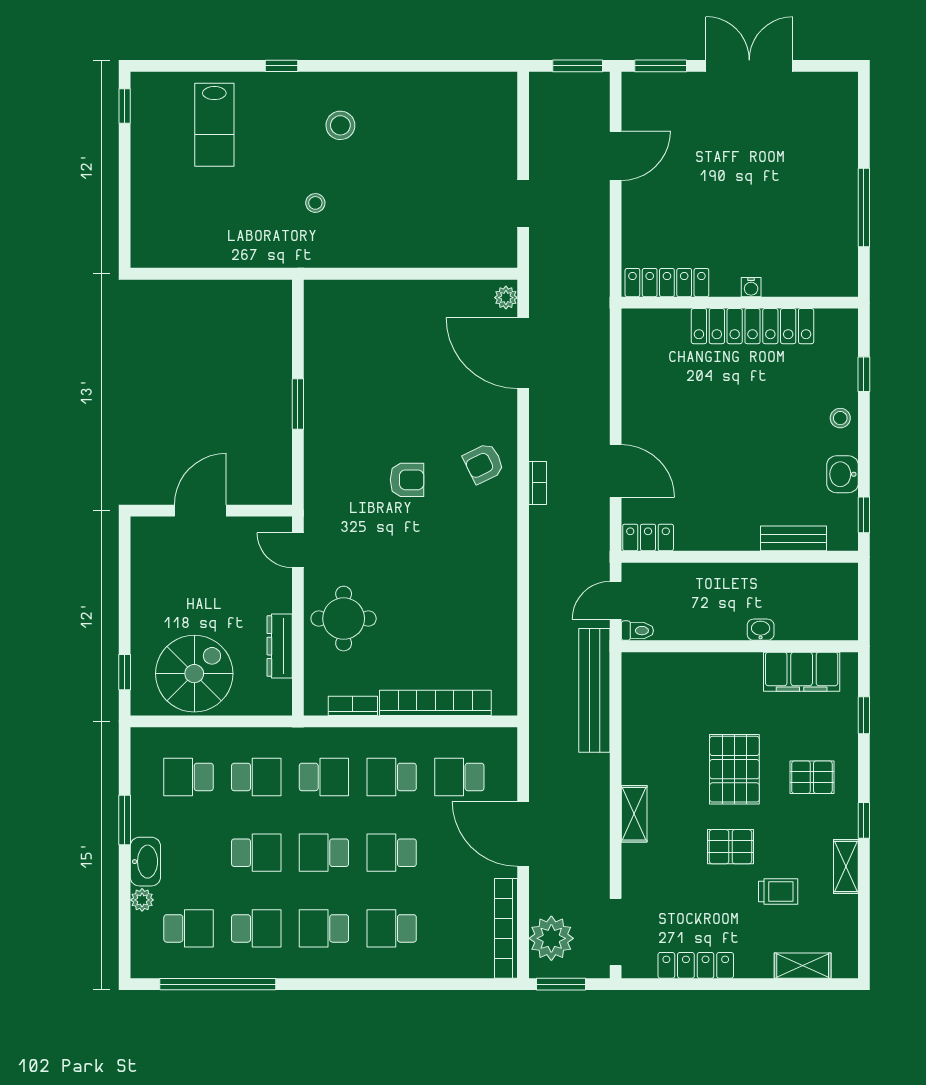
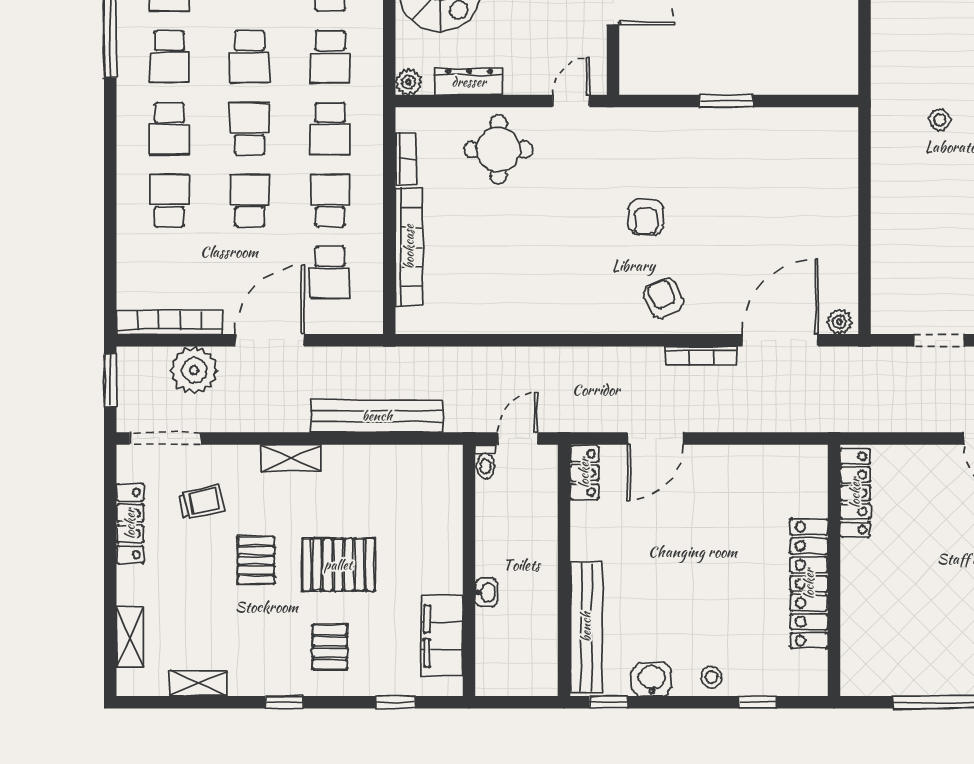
water cooler: (751, 287) -> (850, 582), removed
bookcase: (538, 483) -> (701, 356), moved, width x1.56
bench: (793, 538) -> (586, 627), width x1.86, depth x1.21
door: (616, 600) -> (518, 438), hinge flipped
bench: (594, 690) -> (377, 416), moved
plant: (280, 703) -> (408, 82), added
school desk: (459, 777) -> (330, 272), turned 180
shelving: (846, 866) -> (198, 683), moved
trolley: (778, 892) -> (201, 502), moved, turned -103
school desk: (324, 928) -> (169, 129), turned 180
plant: (551, 938) -> (194, 370), moved

